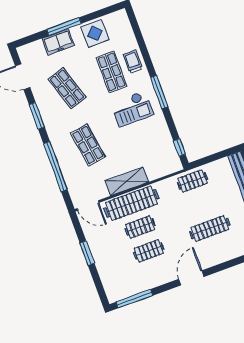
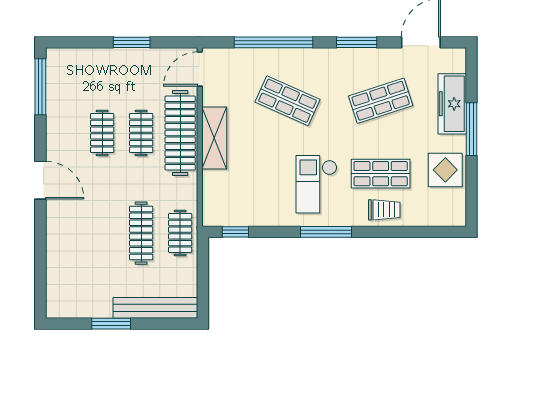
freezer: (58, 42) -> (452, 104), width x1.40
shop shelf: (88, 145) -> (288, 101), turned 33
clothes rail: (210, 228) -> (141, 233), moved

